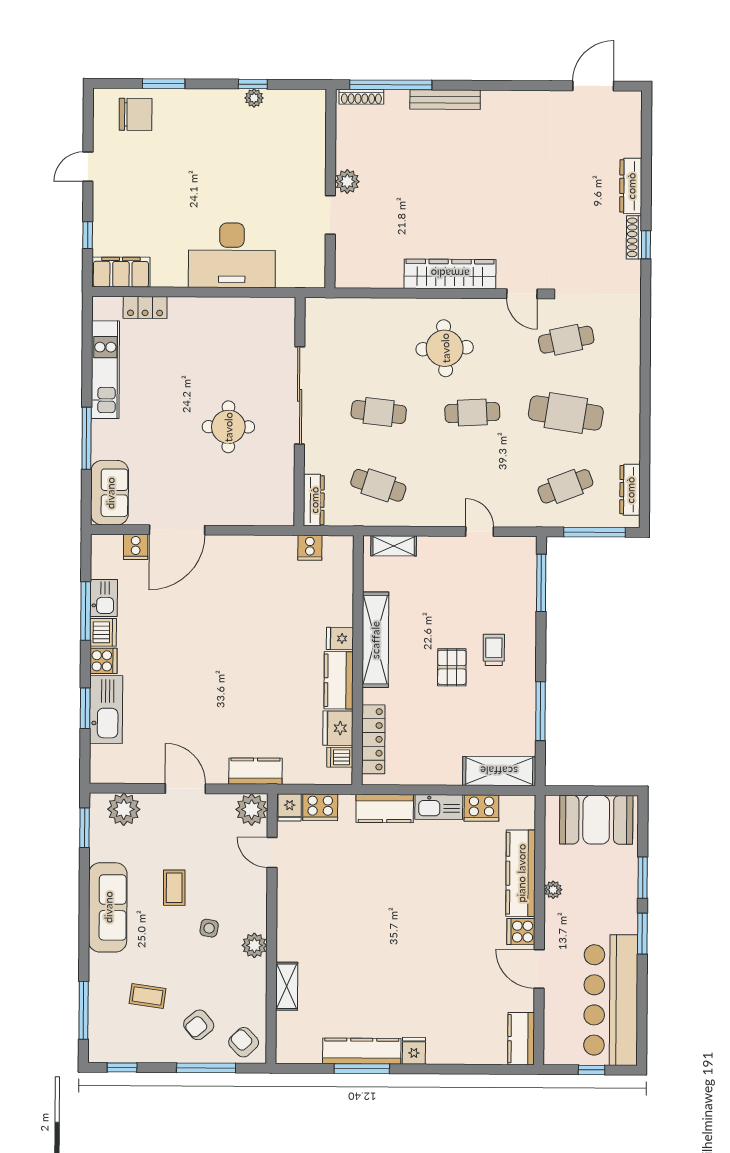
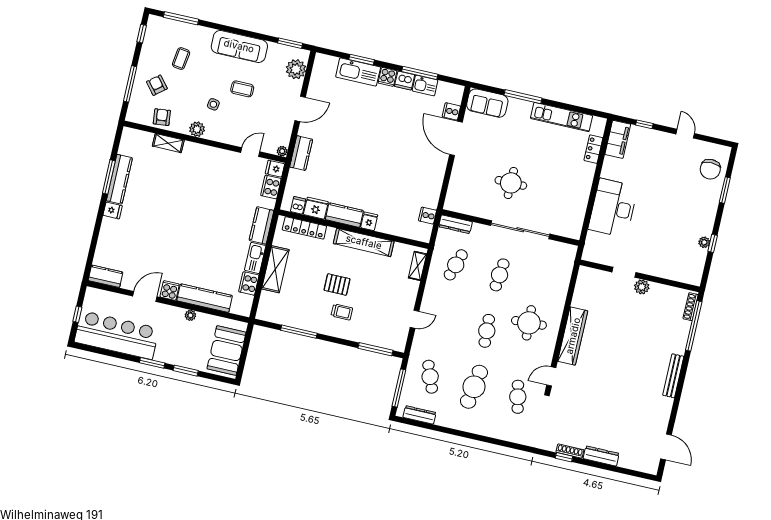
bench: (445, 100) -> (673, 376), moved
shelving: (499, 771) -> (275, 269), moved
plant: (252, 810) -> (282, 151), width x0.53, depth x0.53
armchair: (244, 1042) -> (162, 117), moved, turned -53

